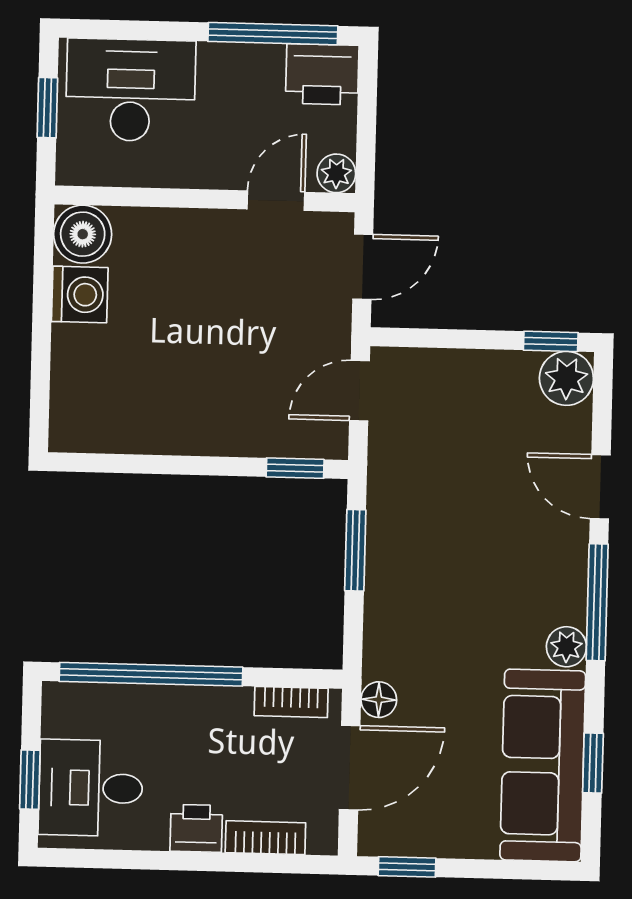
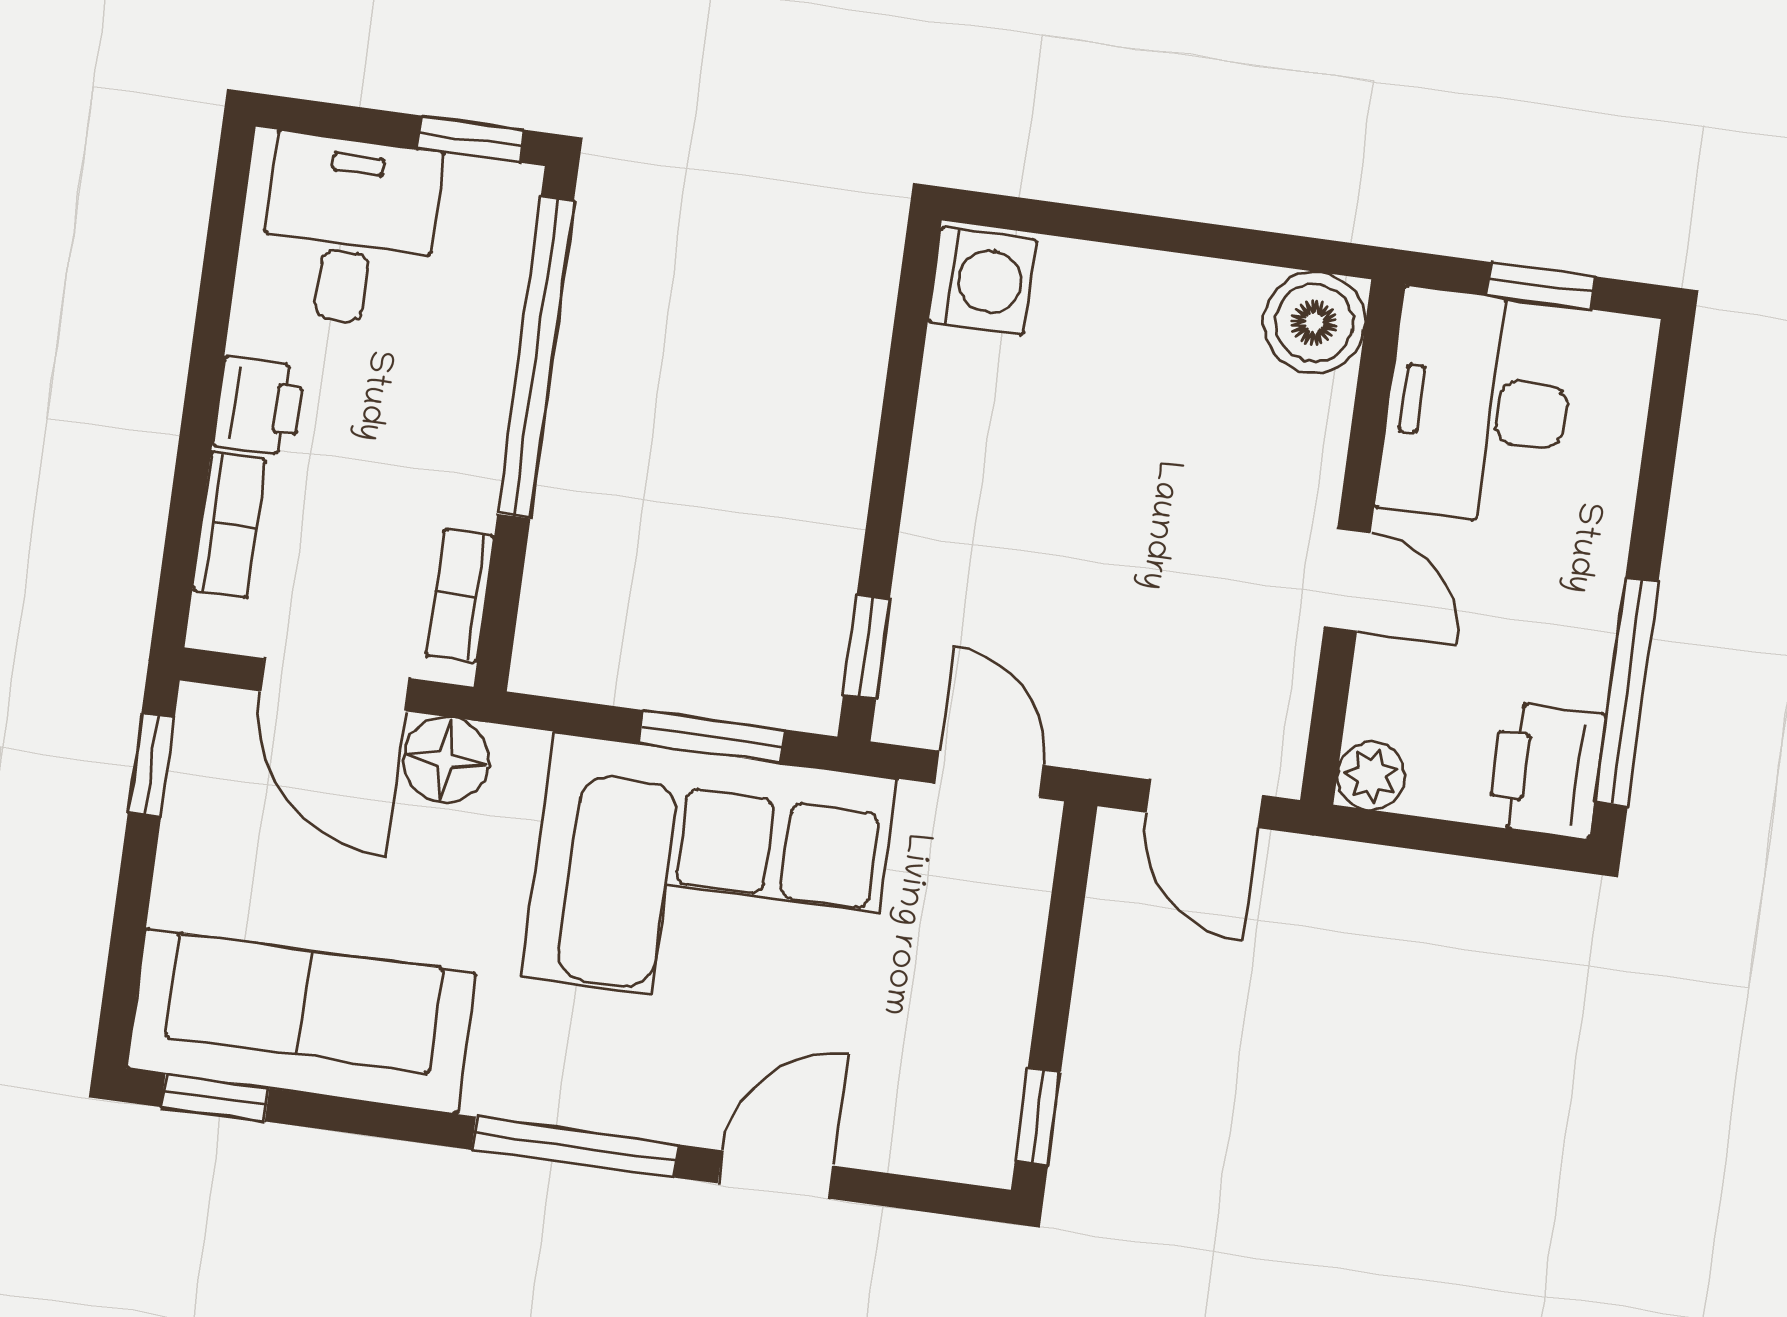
desk: (131, 90) -> (1477, 407), moved, turned 180
door: (276, 201) -> (1347, 580), moved
washing machine: (80, 295) -> (982, 281), moved, turned -90
plant: (566, 378) -> (971, 1137), removed
corner sofa: (436, 543) -> (709, 878), added
plant: (566, 647) -> (504, 1085), removed
floor lamp: (379, 700) -> (446, 760), width x1.37, depth x1.37
window: (593, 763) -> (215, 1098), moved
window: (30, 780) -> (471, 139), moved

